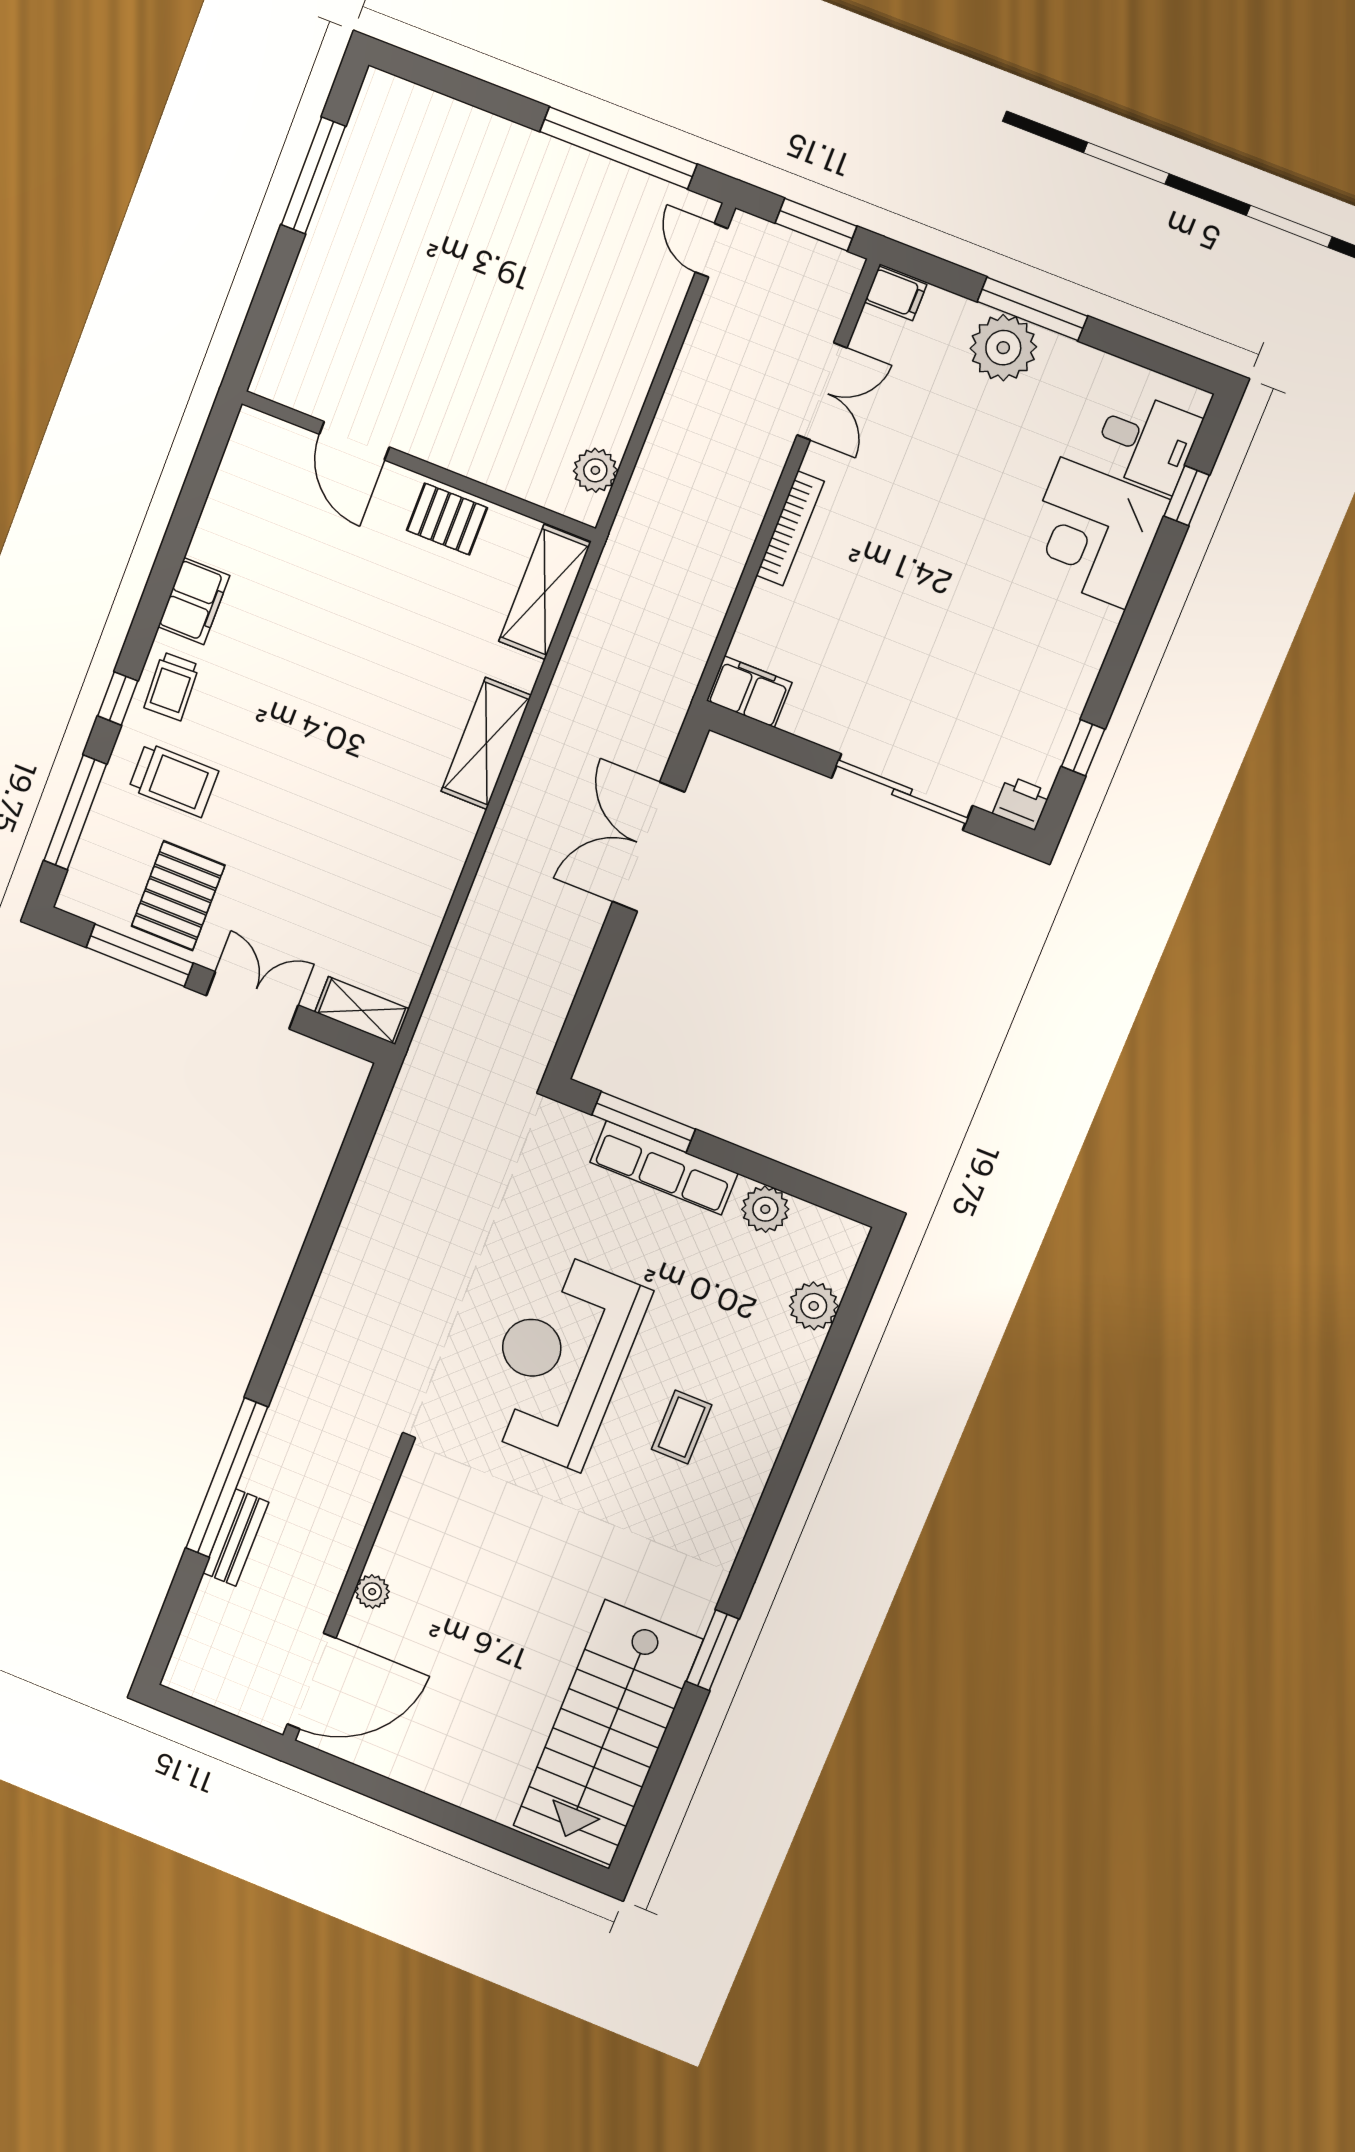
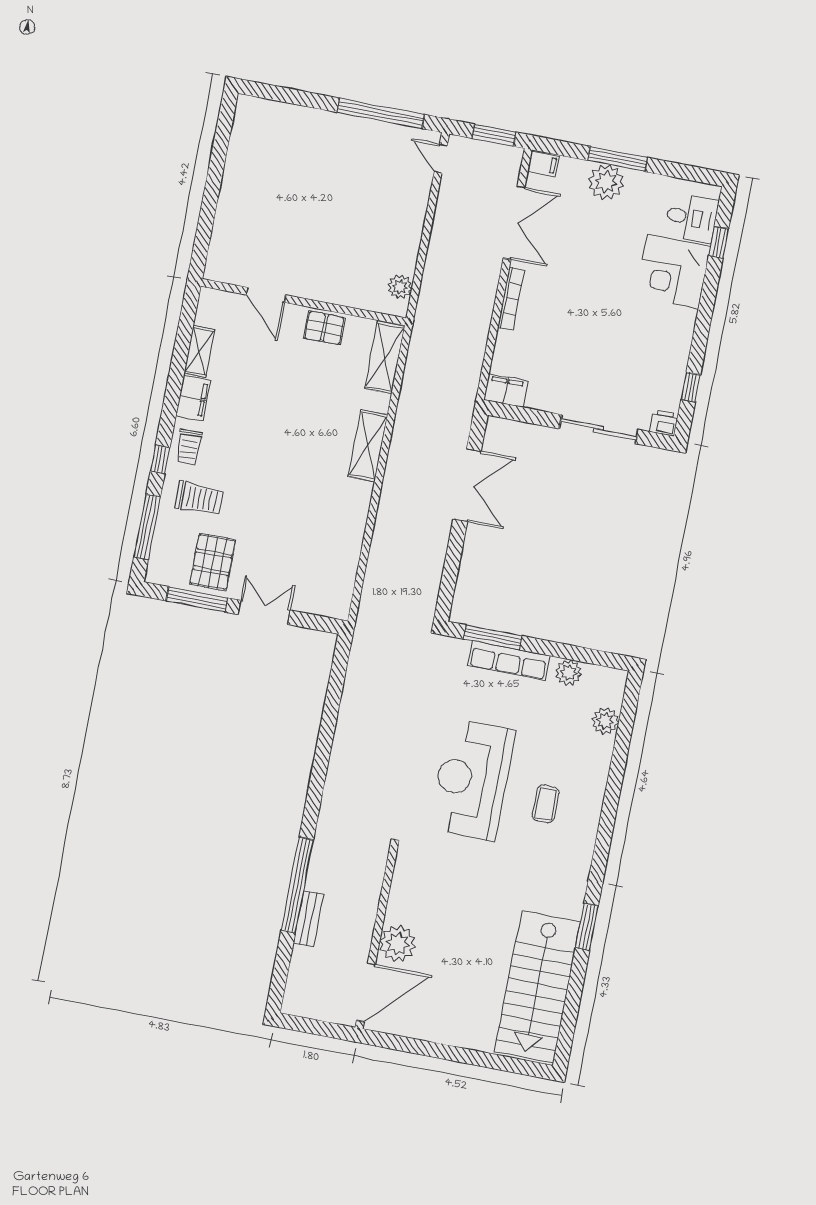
window: (313, 176) -> (218, 157), removed
double door: (822, 391) -> (514, 223), width x1.37
double door: (649, 847) -> (467, 485), swing flipped
shelving: (362, 1010) -> (199, 352), moved, turned 90
plant: (372, 1592) -> (398, 944), width x1.88, depth x1.88

